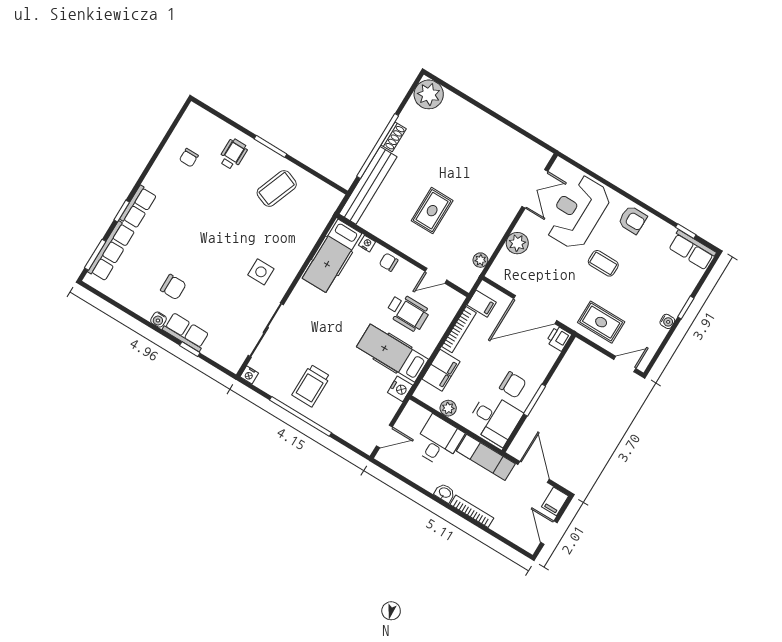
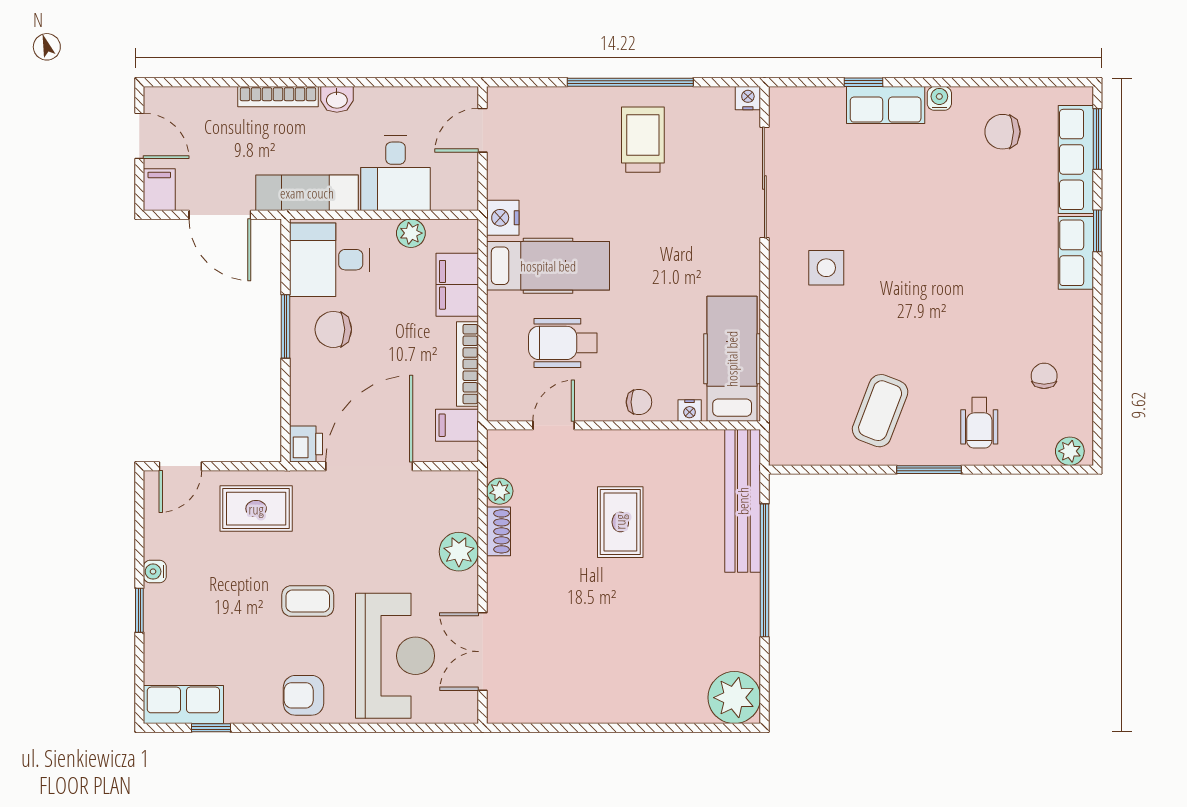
plant: (198, 114) -> (1070, 451), added
shoe rack: (394, 137) -> (498, 531), moved, turned 180
chair: (173, 287) -> (1002, 132), moved

